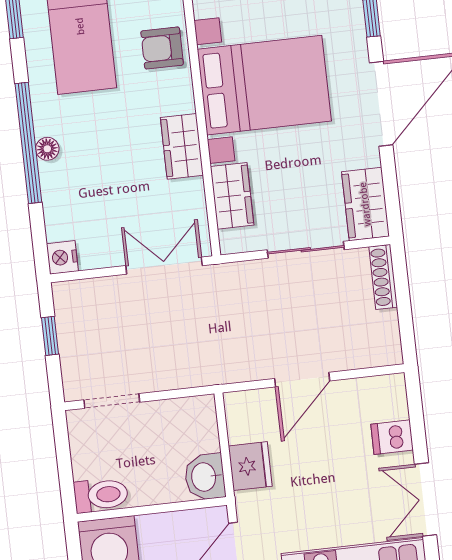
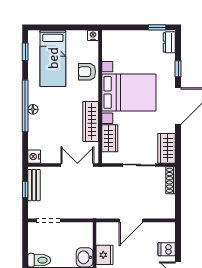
wardrobe: (182, 146) -> (91, 121), width x1.50
bench: (69, 323) -> (34, 185), added

